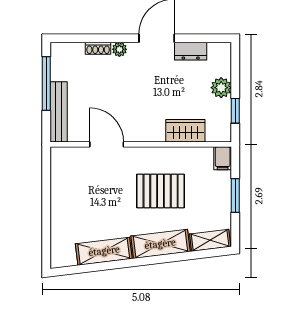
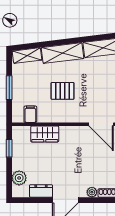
plant: (221, 88) -> (19, 178), moved
filing cabinet: (223, 158) -> (30, 114), moved
pallet: (161, 191) -> (63, 91), width x0.67, depth x0.71

